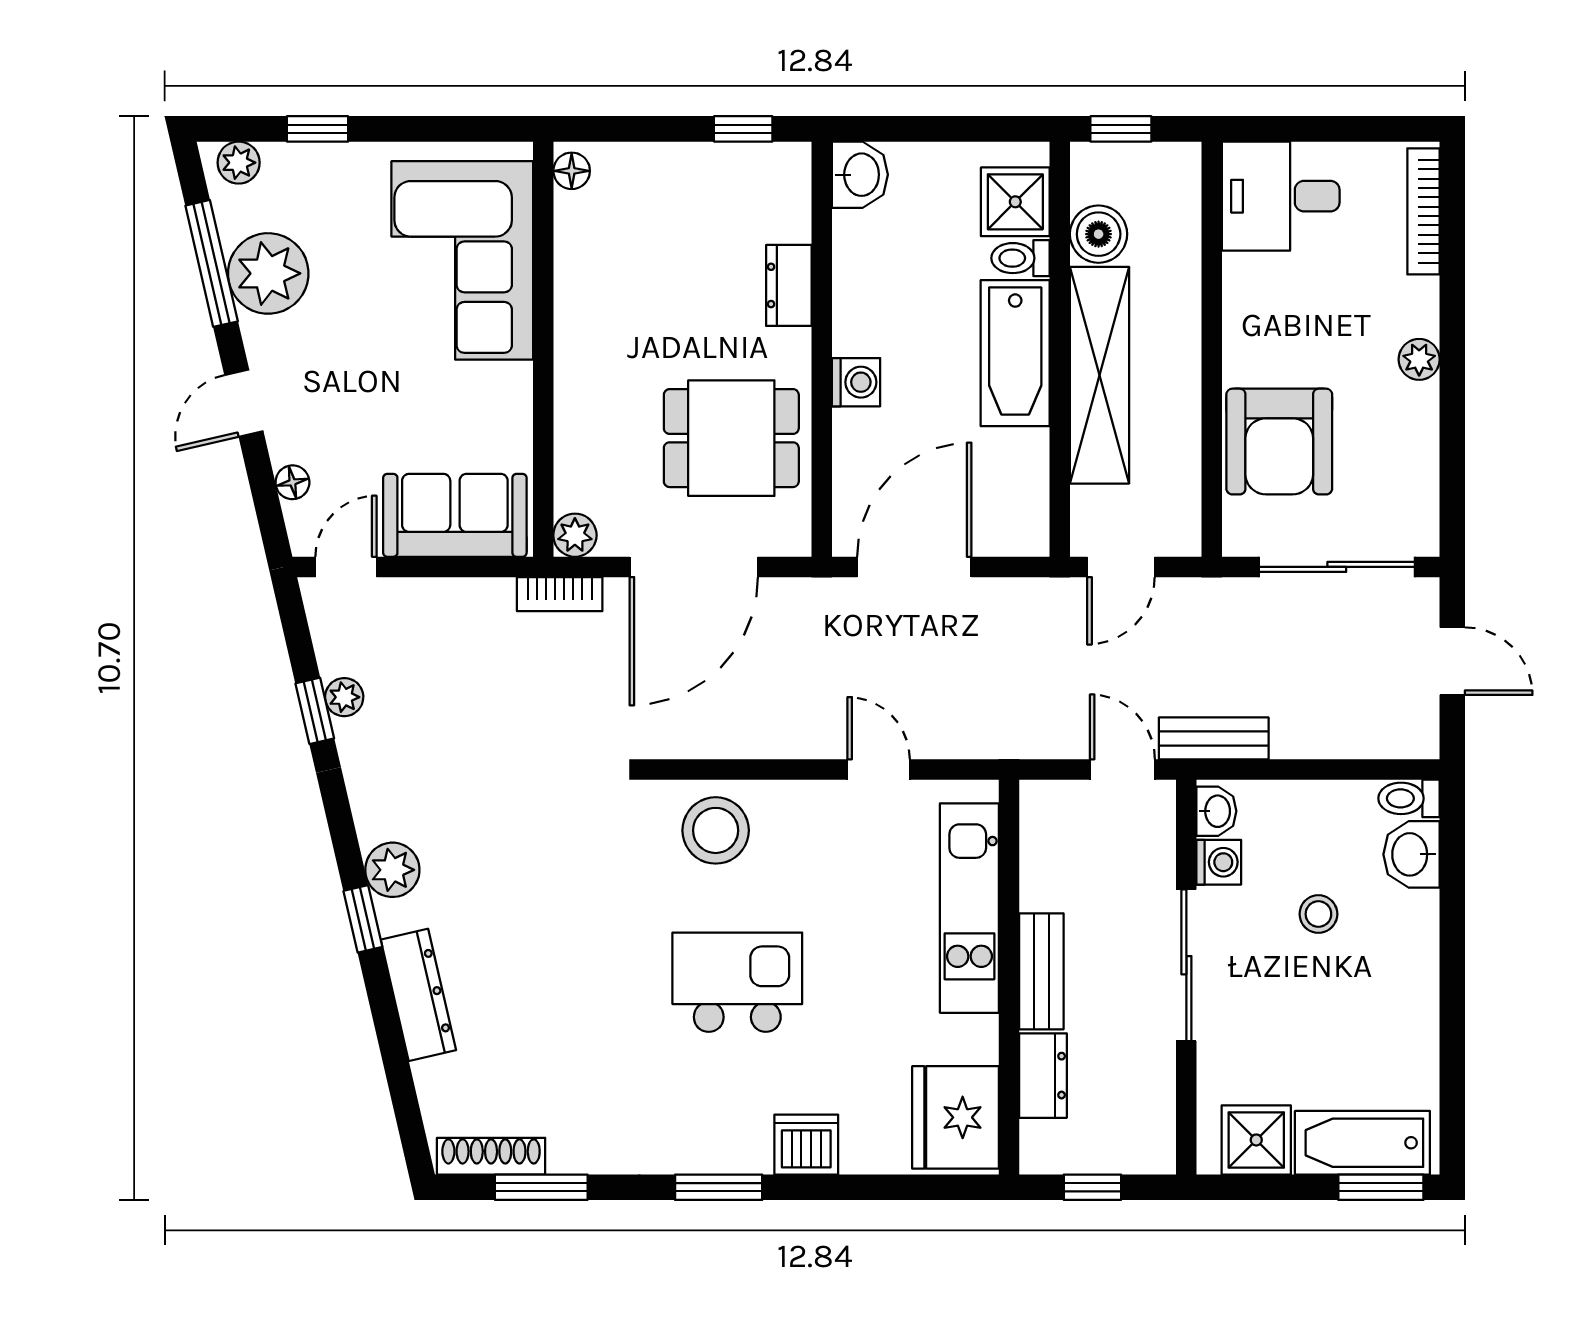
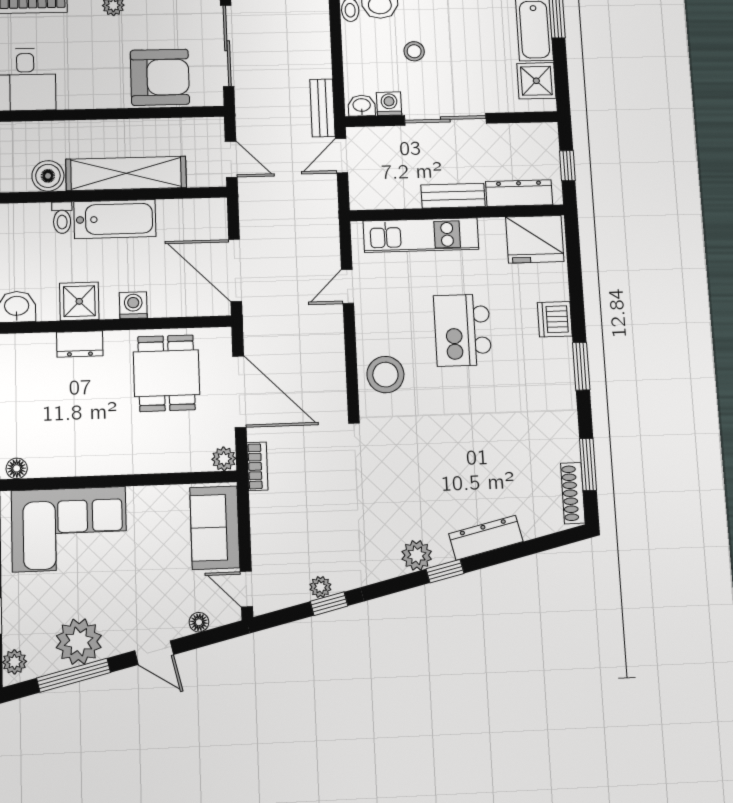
shower: (1015, 202) -> (79, 301), moved
kitchen island: (737, 982) -> (463, 330), moved
dresser: (1043, 1076) -> (519, 193), width x1.44

